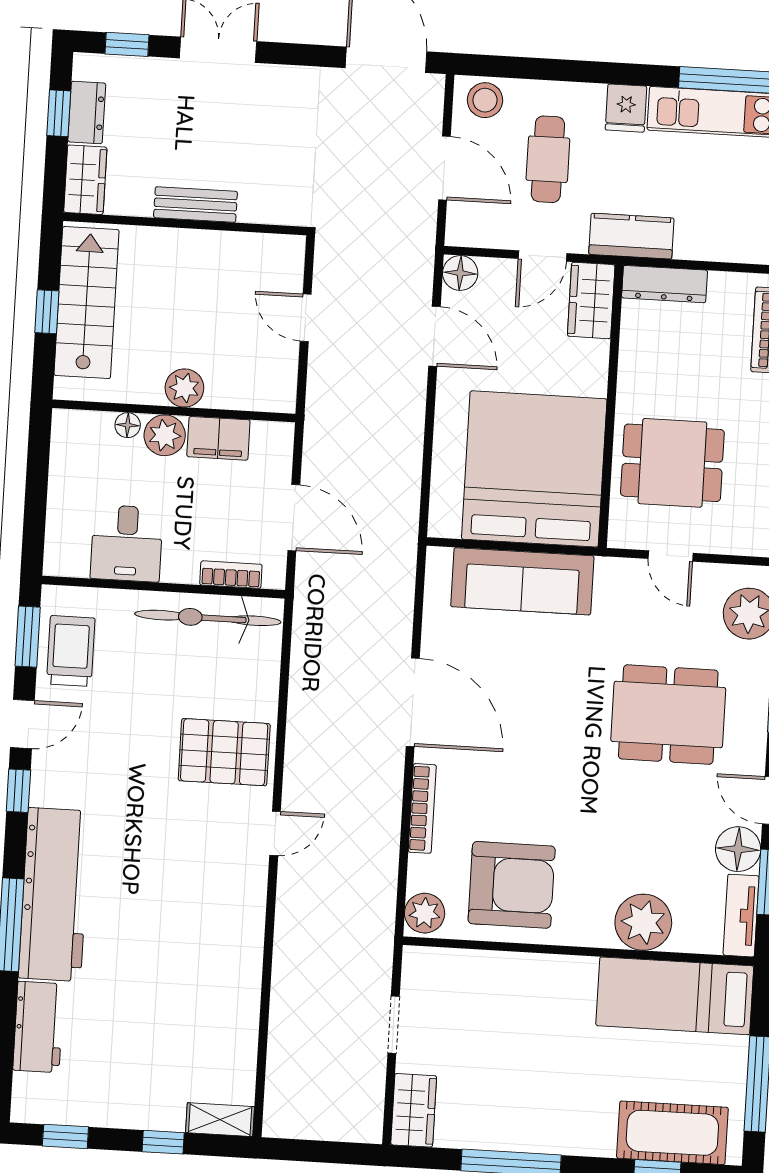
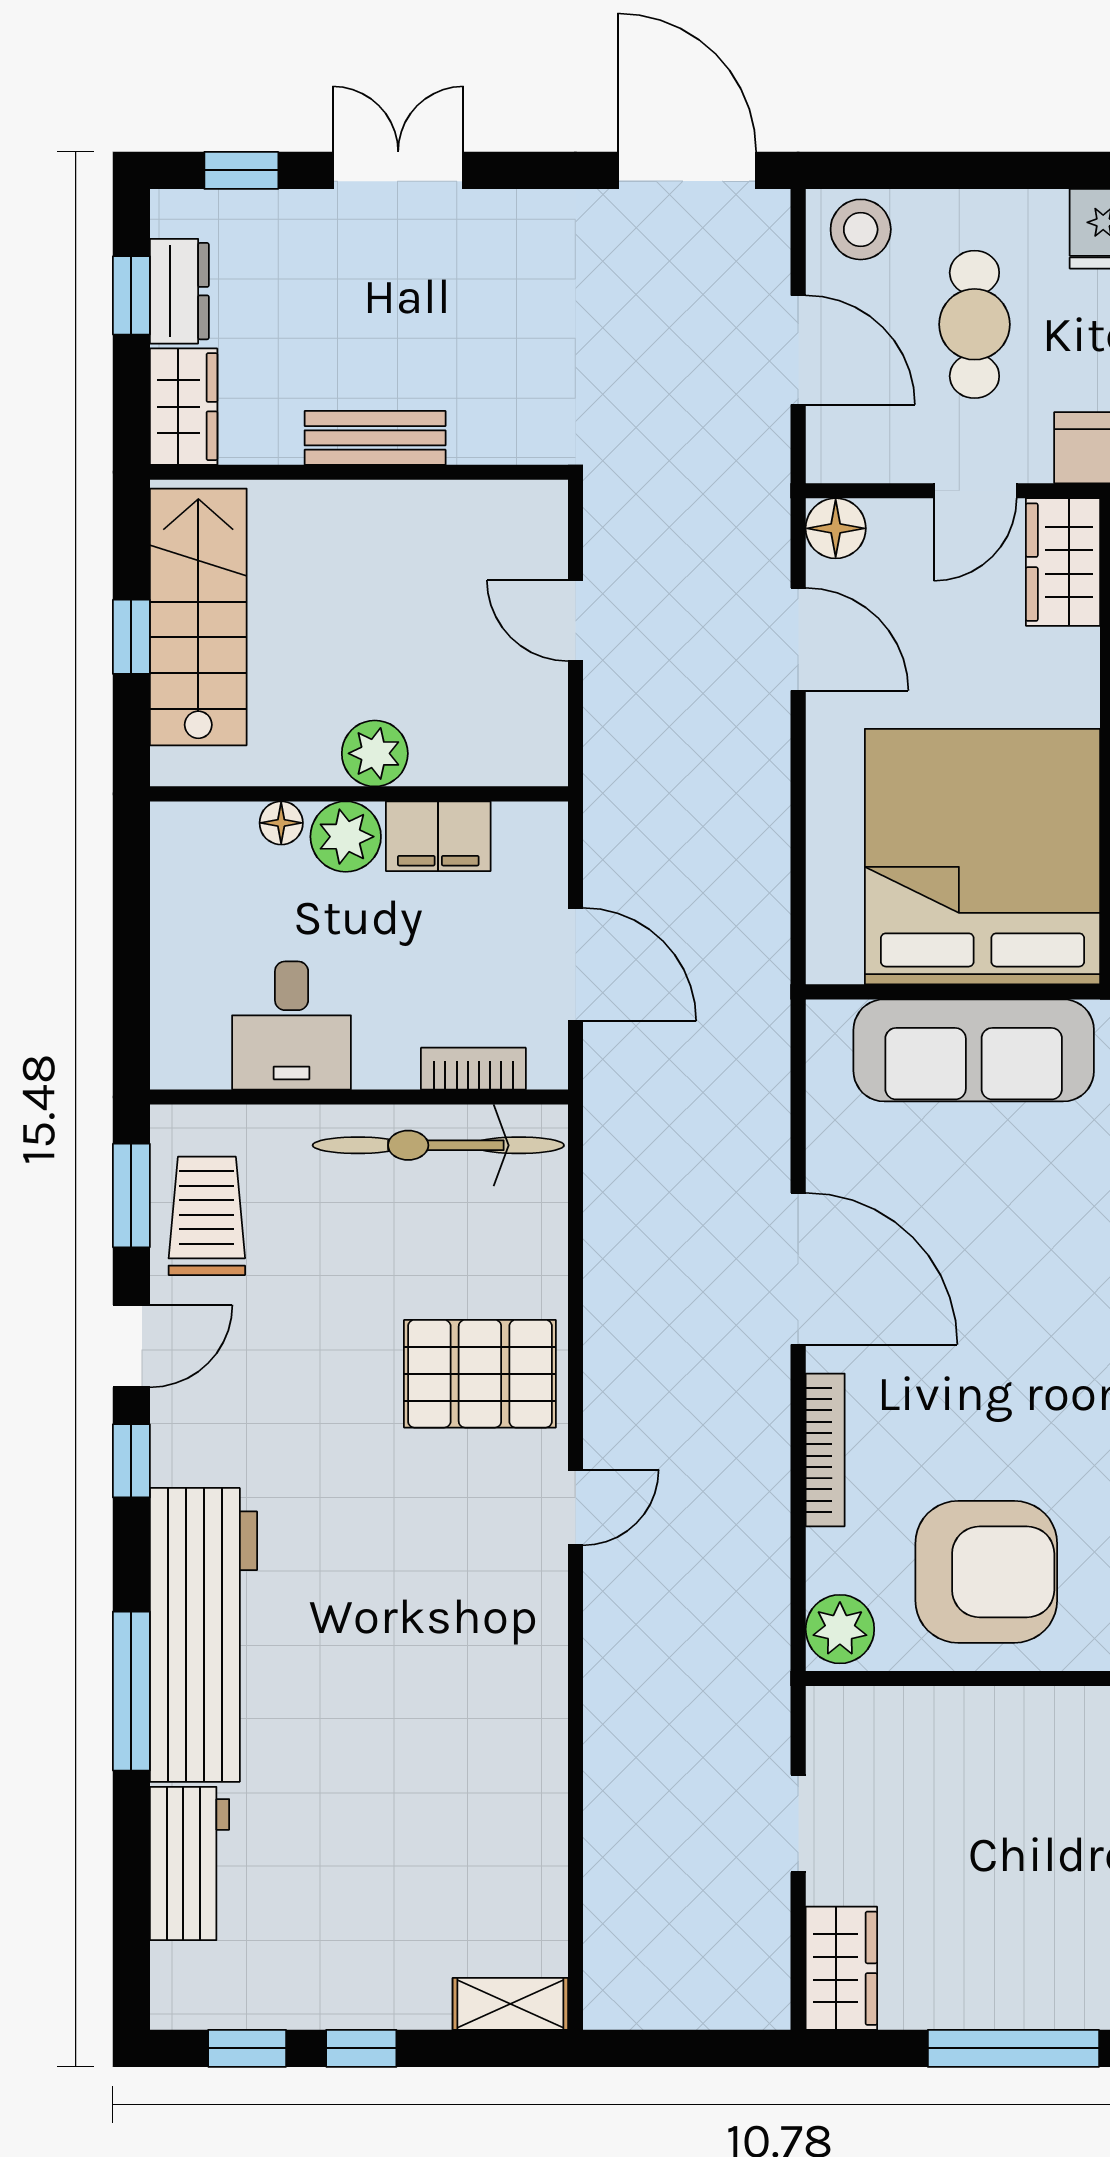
window: (163, 1142) -> (361, 2048), moved

